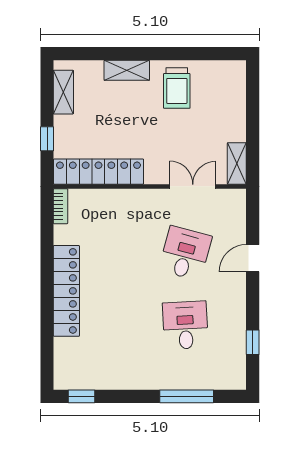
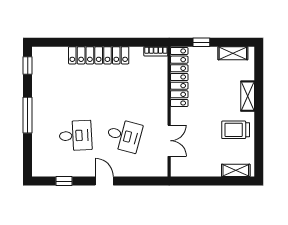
shelving: (237, 163) -> (236, 170), moved
door: (253, 258) -> (104, 181), moved
window: (187, 396) -> (28, 115), moved

